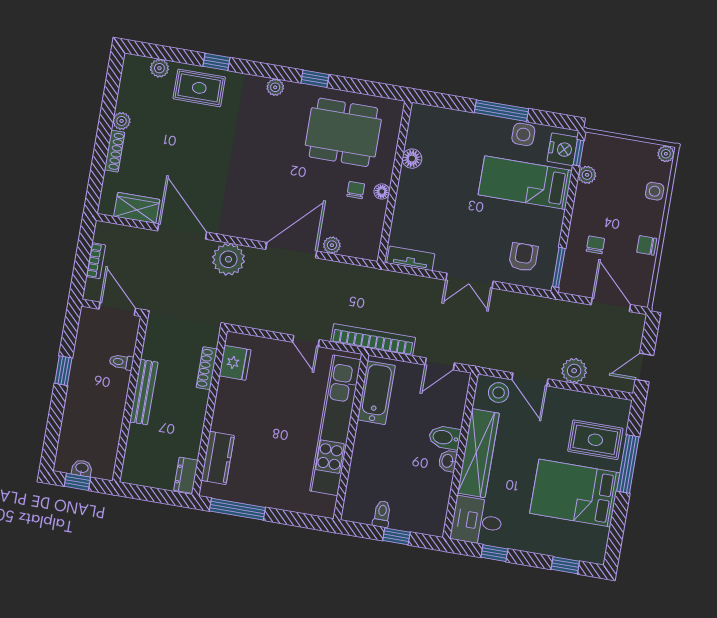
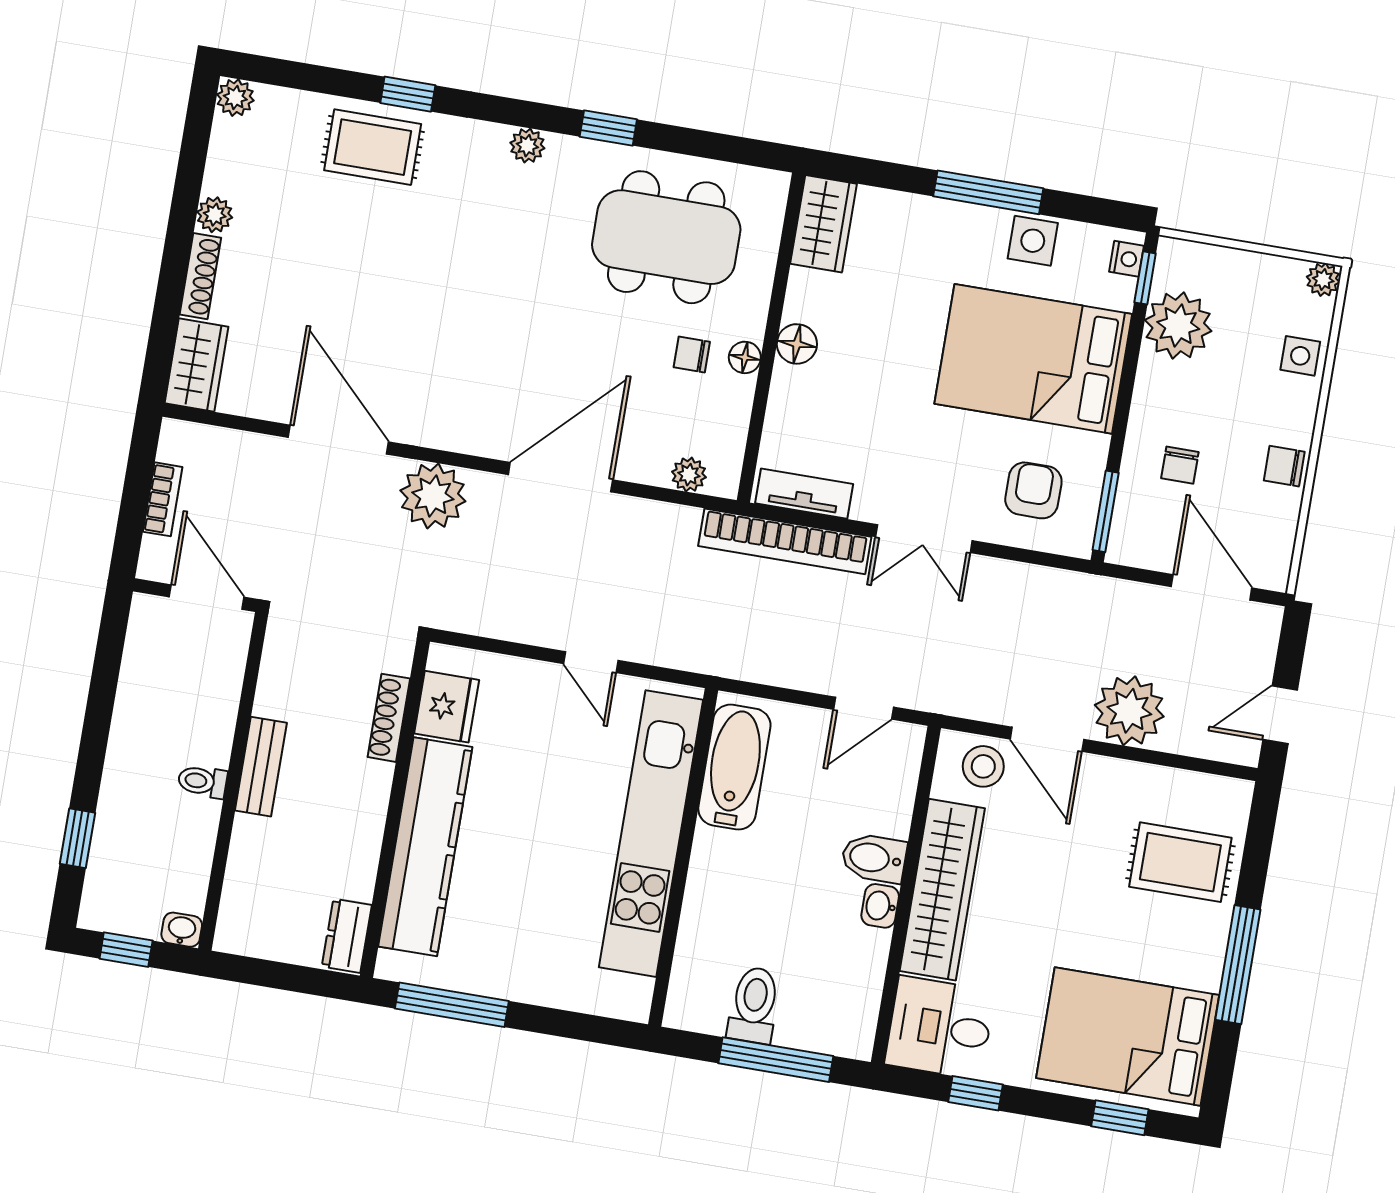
plant: (159, 68) -> (235, 98), moved
wardrobe: (421, 126) -> (824, 224), added
nightstand: (562, 149) -> (1126, 259), width x0.53, depth x0.56
floor lamp: (412, 159) -> (797, 344), moved
plant: (587, 175) -> (1178, 325), width x1.88, depth x1.88
bed: (525, 183) -> (1033, 359), width x1.50
chair: (356, 190) -> (692, 355), turned -90
wardrobe: (137, 208) -> (196, 365), moved, turned 90
plant: (332, 245) -> (689, 475), moved
chair: (595, 245) -> (1180, 465), turned 180
bookcase: (373, 340) -> (785, 541), moved, turned 180
toilet: (121, 362) -> (202, 781), moved
window: (63, 371) -> (78, 838), moved
plant: (574, 371) -> (1129, 711), width x1.36, depth x1.36
bench: (144, 392) -> (261, 767), width x0.73
kitchen counter: (218, 458) -> (425, 847), width x2.08, depth x1.17
window: (628, 464) -> (1238, 965), moved
washbasin: (82, 468) -> (182, 930), moved
bed: (575, 493) -> (1128, 1037), moved
toilet: (382, 514) -> (754, 1005), width x1.37, depth x1.39
window: (396, 536) -> (776, 1060), width x2.17

